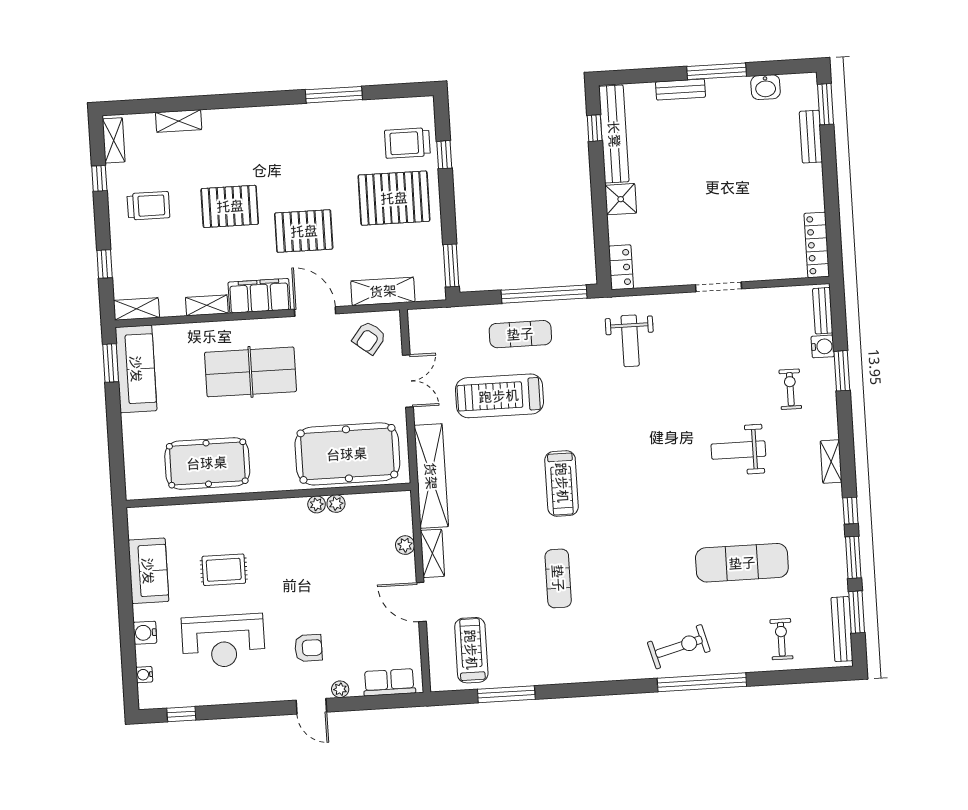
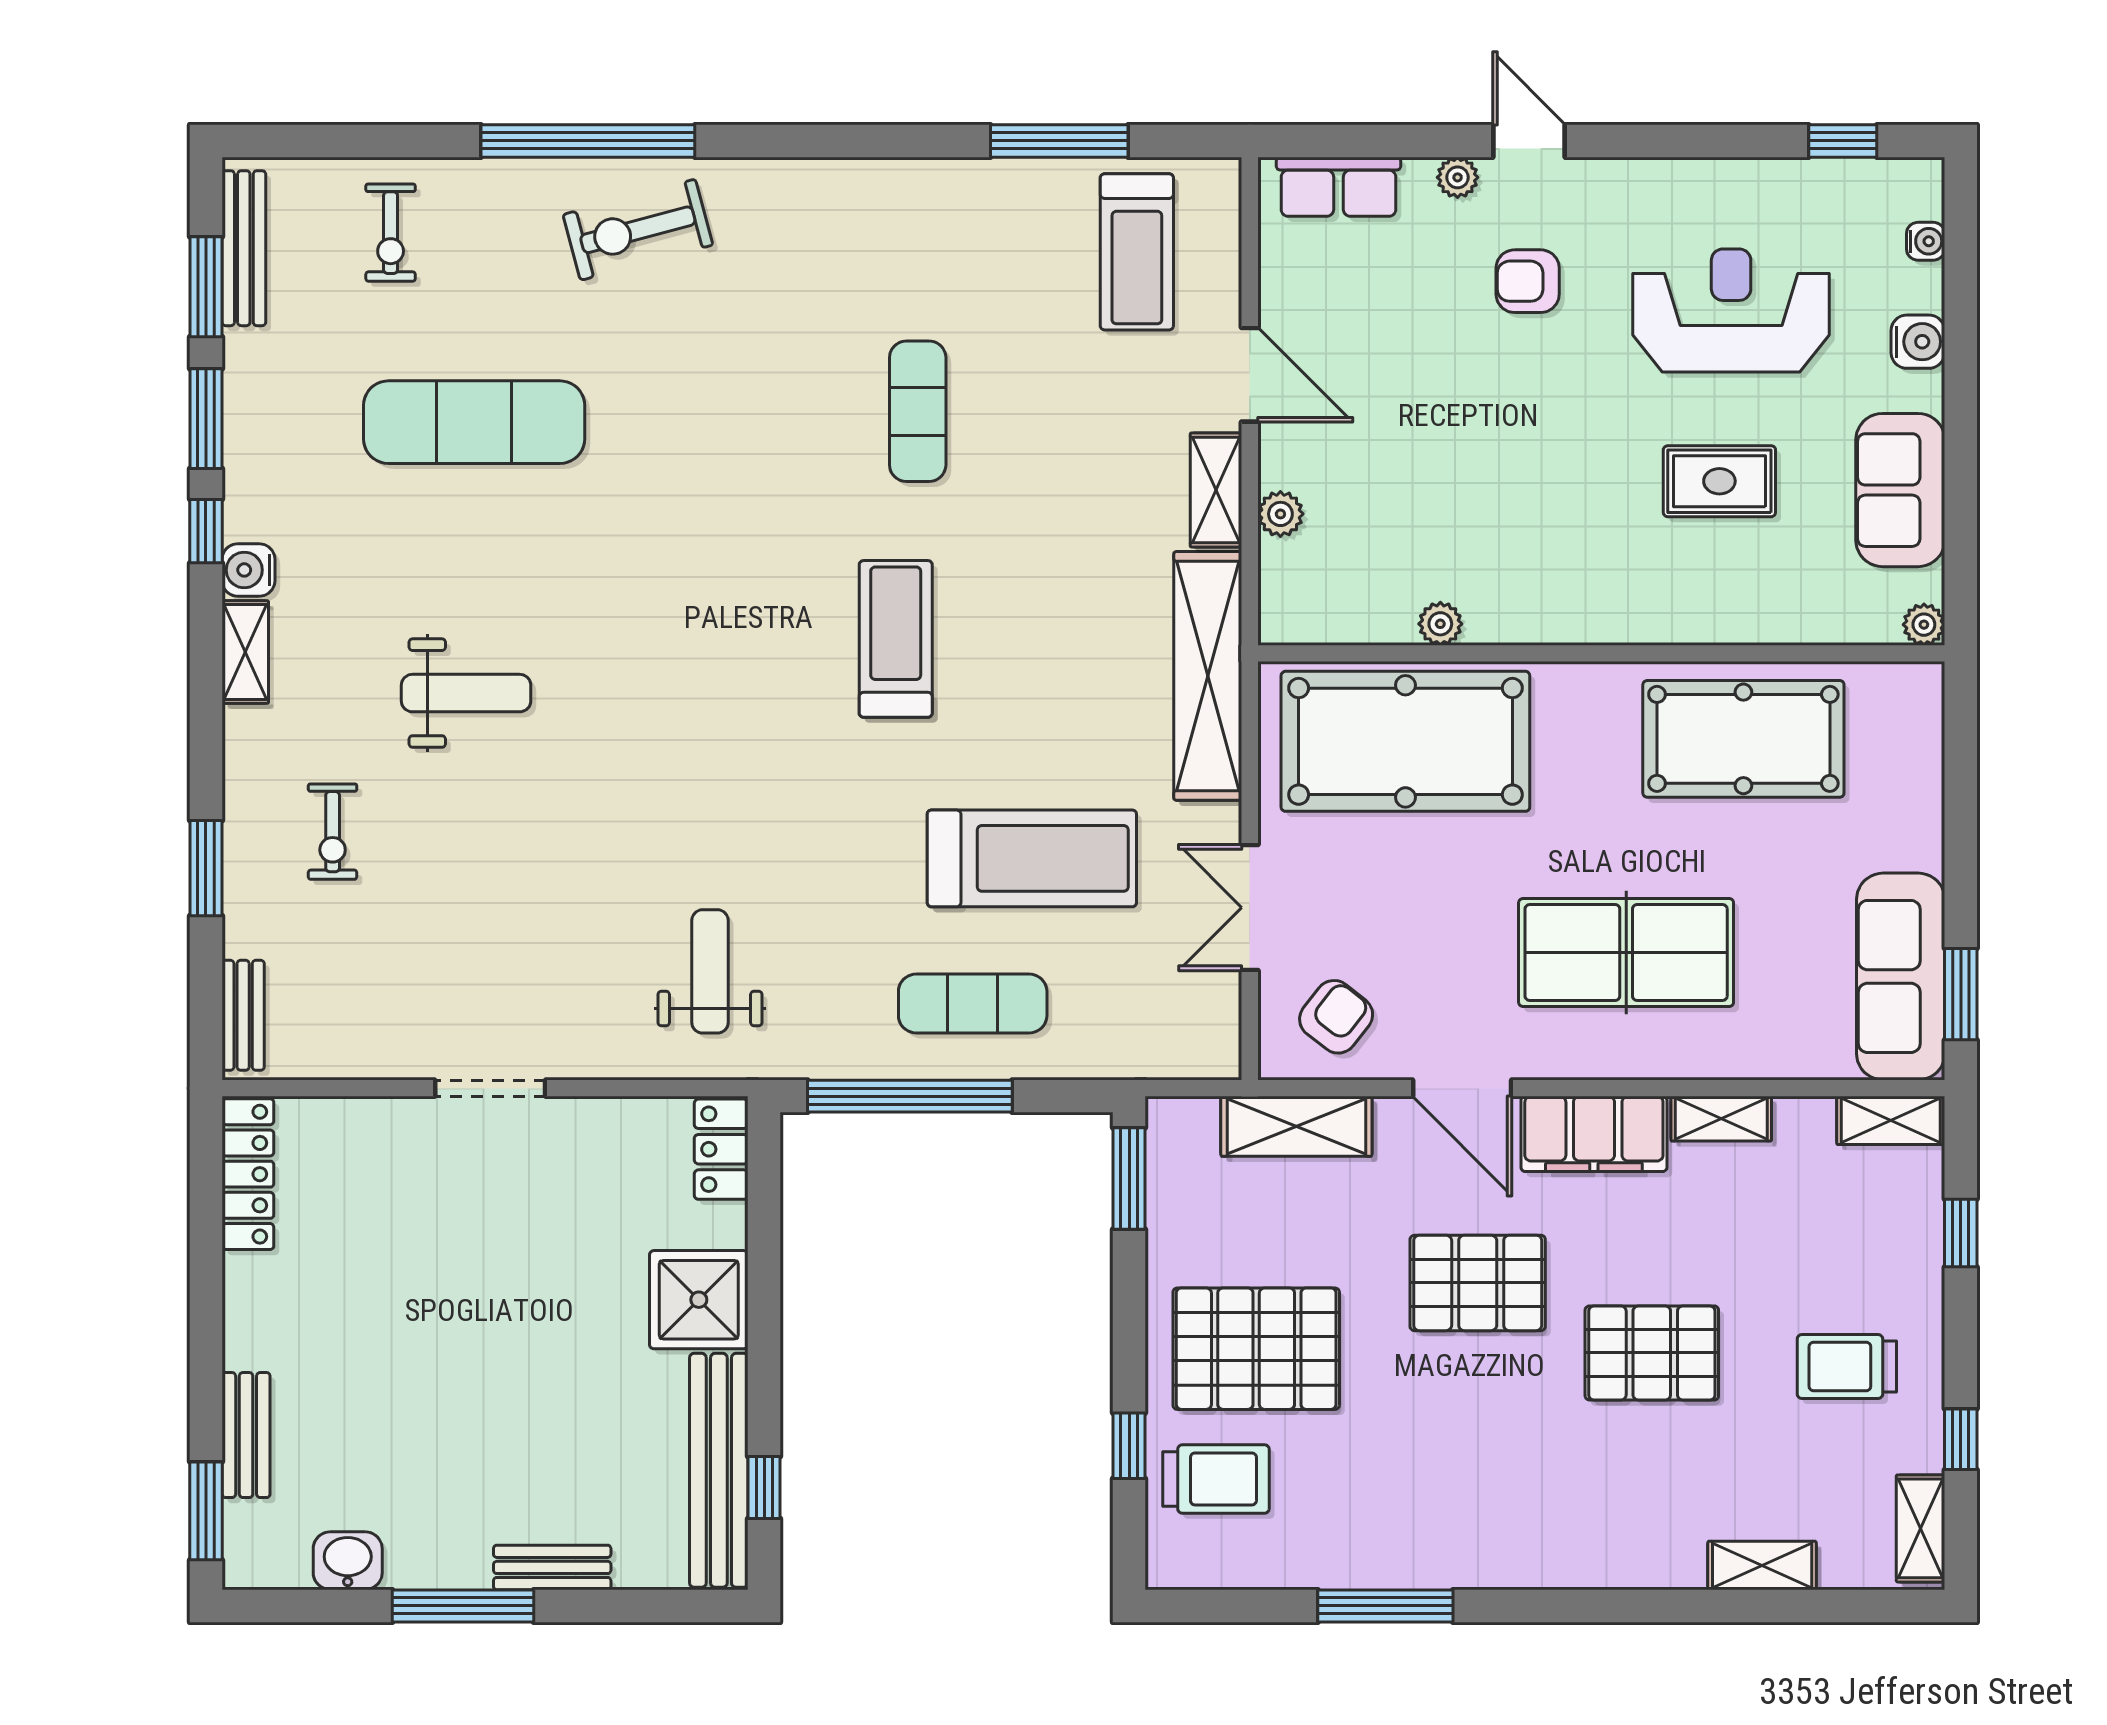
shower: (621, 199) -> (699, 1300), width x1.36, depth x1.36
water cooler: (823, 346) -> (248, 570), moved
plant: (317, 504) -> (1924, 625), moved

